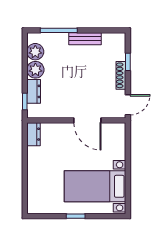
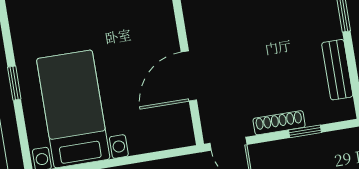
bench: (85, 39) -> (337, 70), moved

